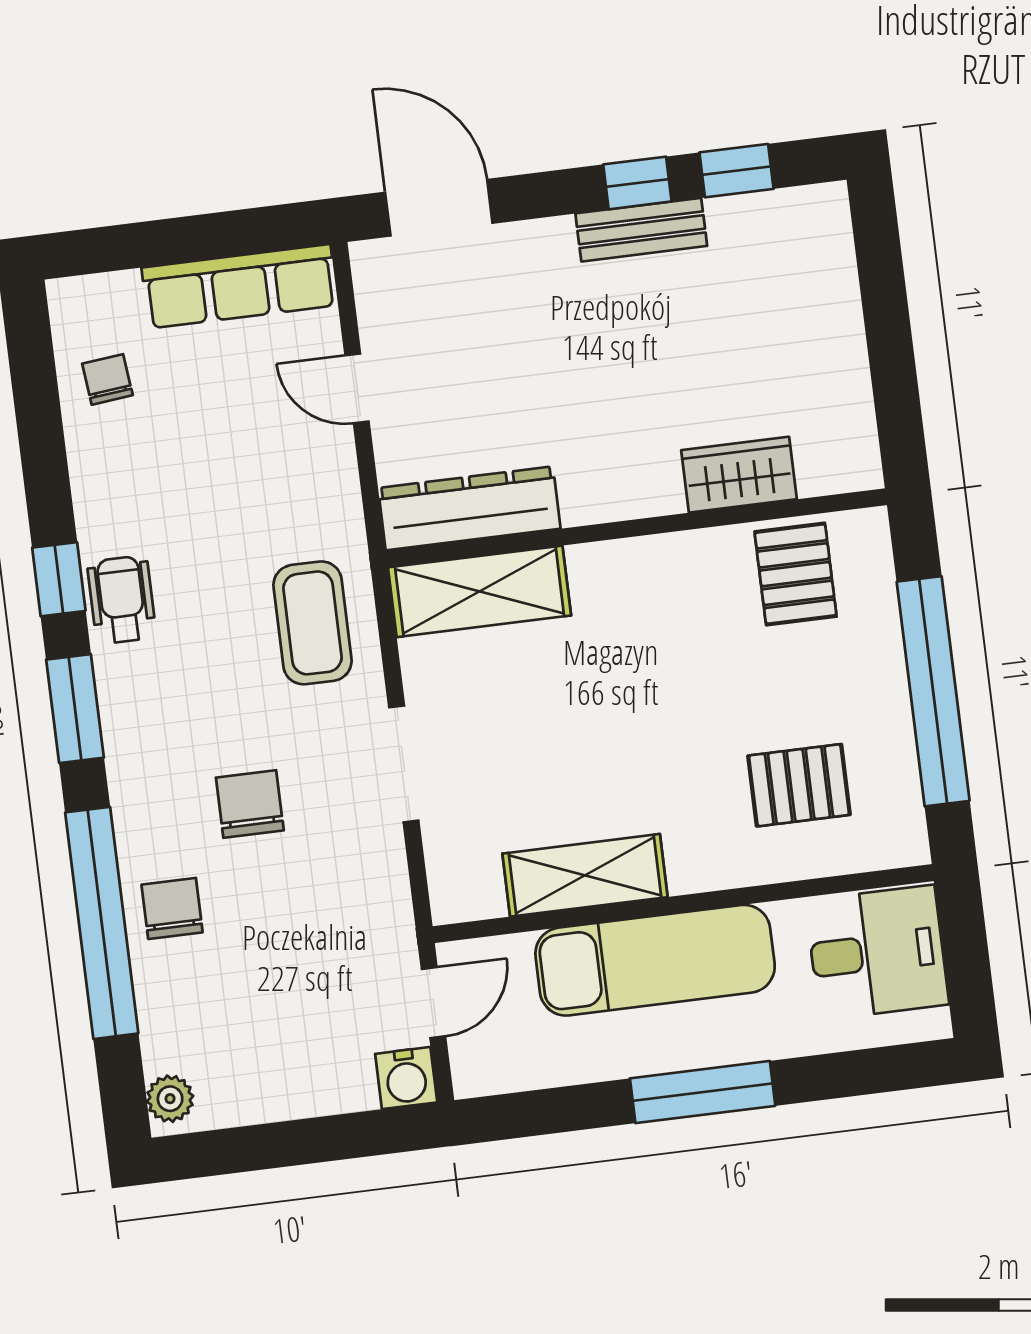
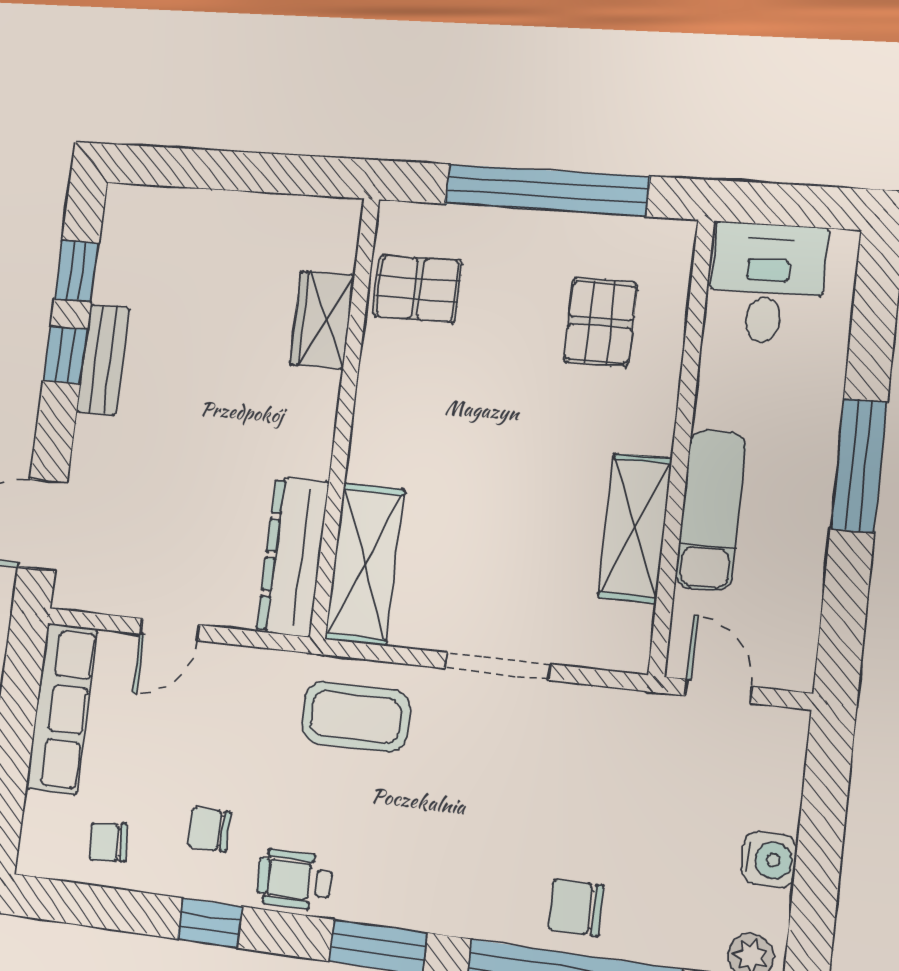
window: (59, 579) -> (210, 923), moved
chair: (250, 804) -> (209, 830), moved, width x0.73, depth x0.73
exam couch: (655, 960) -> (711, 510), width x0.73, depth x0.69
water cooler: (406, 1078) -> (769, 860), moved

